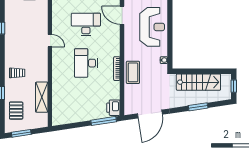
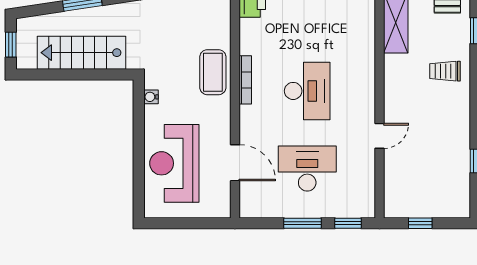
door: (122, 15) -> (235, 163), moved
desk: (86, 24) -> (307, 169), turned 180
door: (50, 41) -> (380, 136), swing flipped

